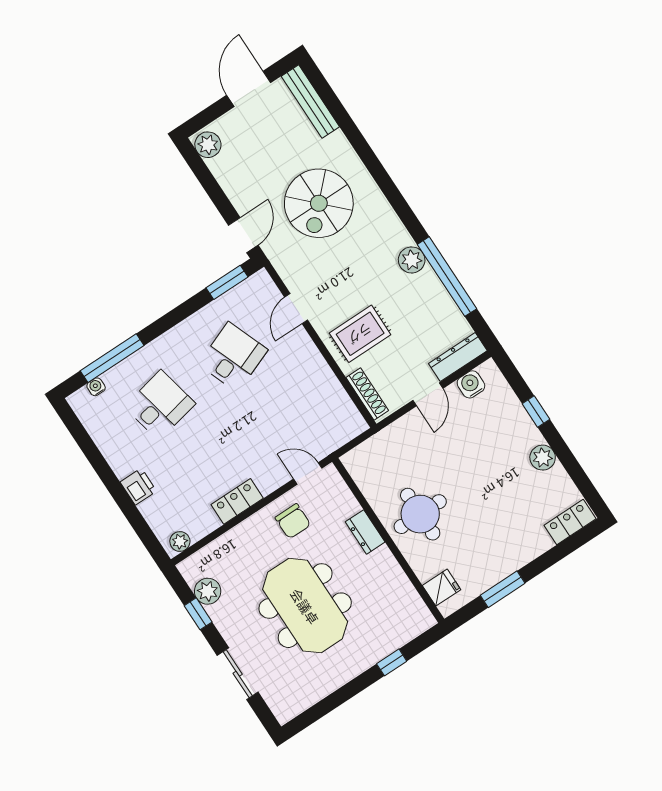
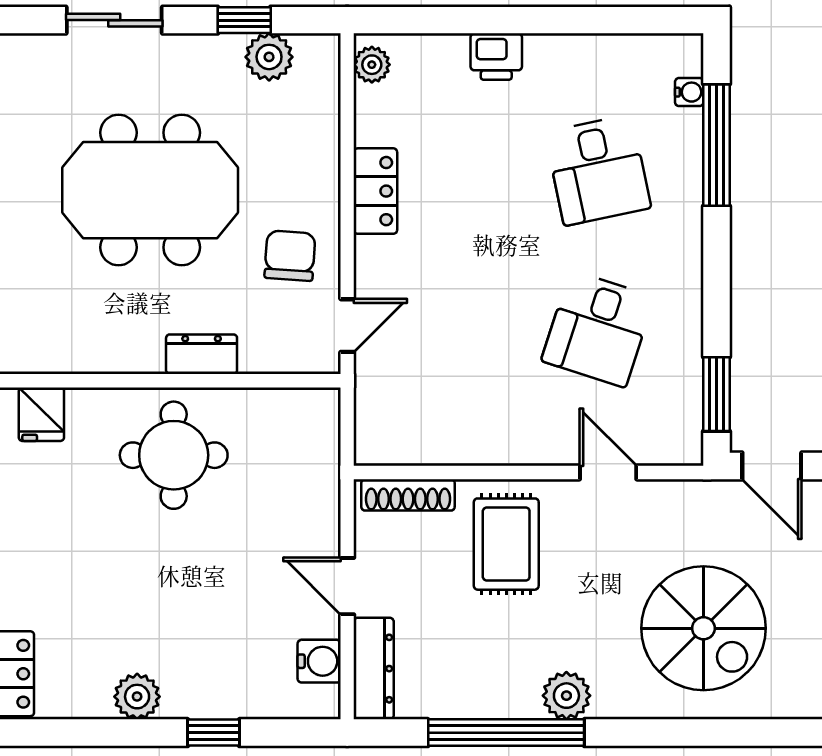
spiral stairs: (319, 203) -> (703, 628), moved, turned 180
desk: (233, 357) -> (598, 329), turned 39
chair: (293, 521) -> (290, 256), turned 94

